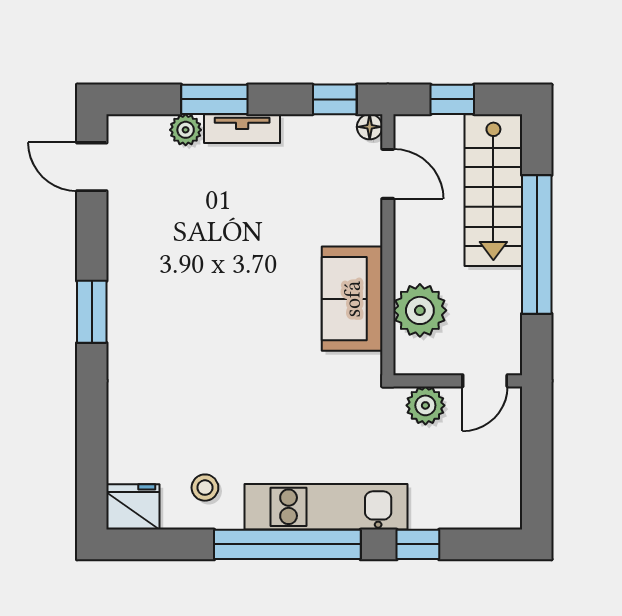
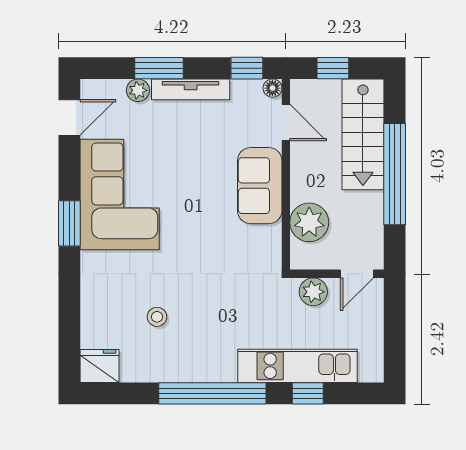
tv unit: (242, 129) -> (191, 89), width x1.41
door: (92, 167) -> (69, 117), swing flipped
corner sofa: (161, 272) -> (120, 194), added
sofa: (352, 299) -> (260, 186), moved
stool: (205, 488) -> (157, 317), moved
kitchen unit: (326, 507) -> (298, 366), moved

